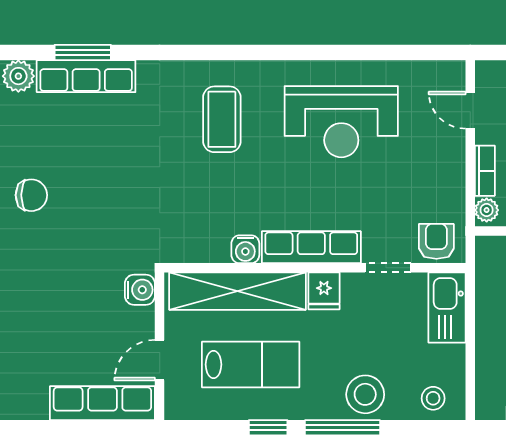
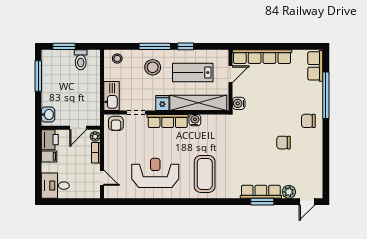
coffee table: (222, 119) -> (205, 174), width x1.36, depth x1.32
stool: (365, 394) -> (153, 67), moved
row of seats: (102, 403) -> (262, 57), width x1.36

